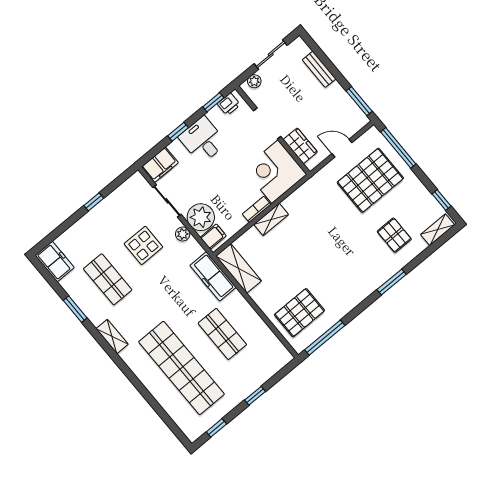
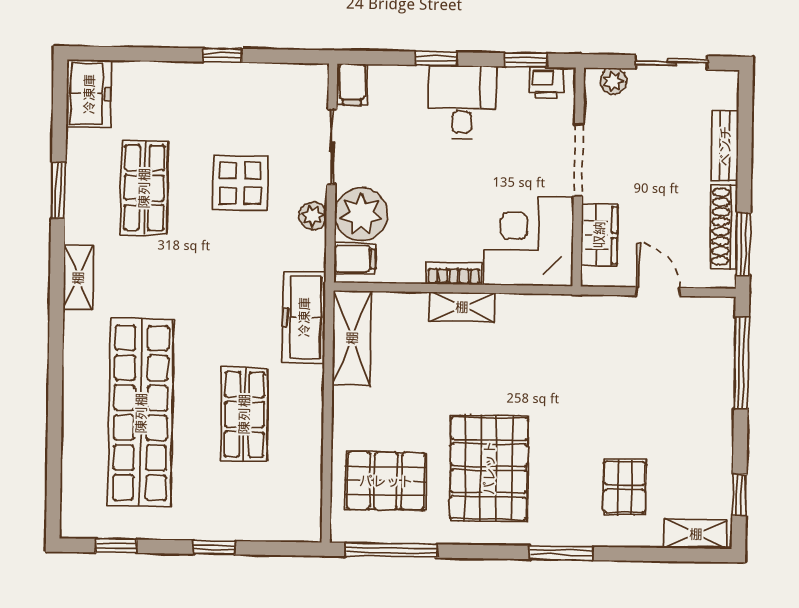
shoe rack: (346, 101) -> (724, 227), added
filing cabinet: (160, 165) -> (352, 84), width x0.50
pallet: (370, 180) -> (489, 468), moved, turned 90

